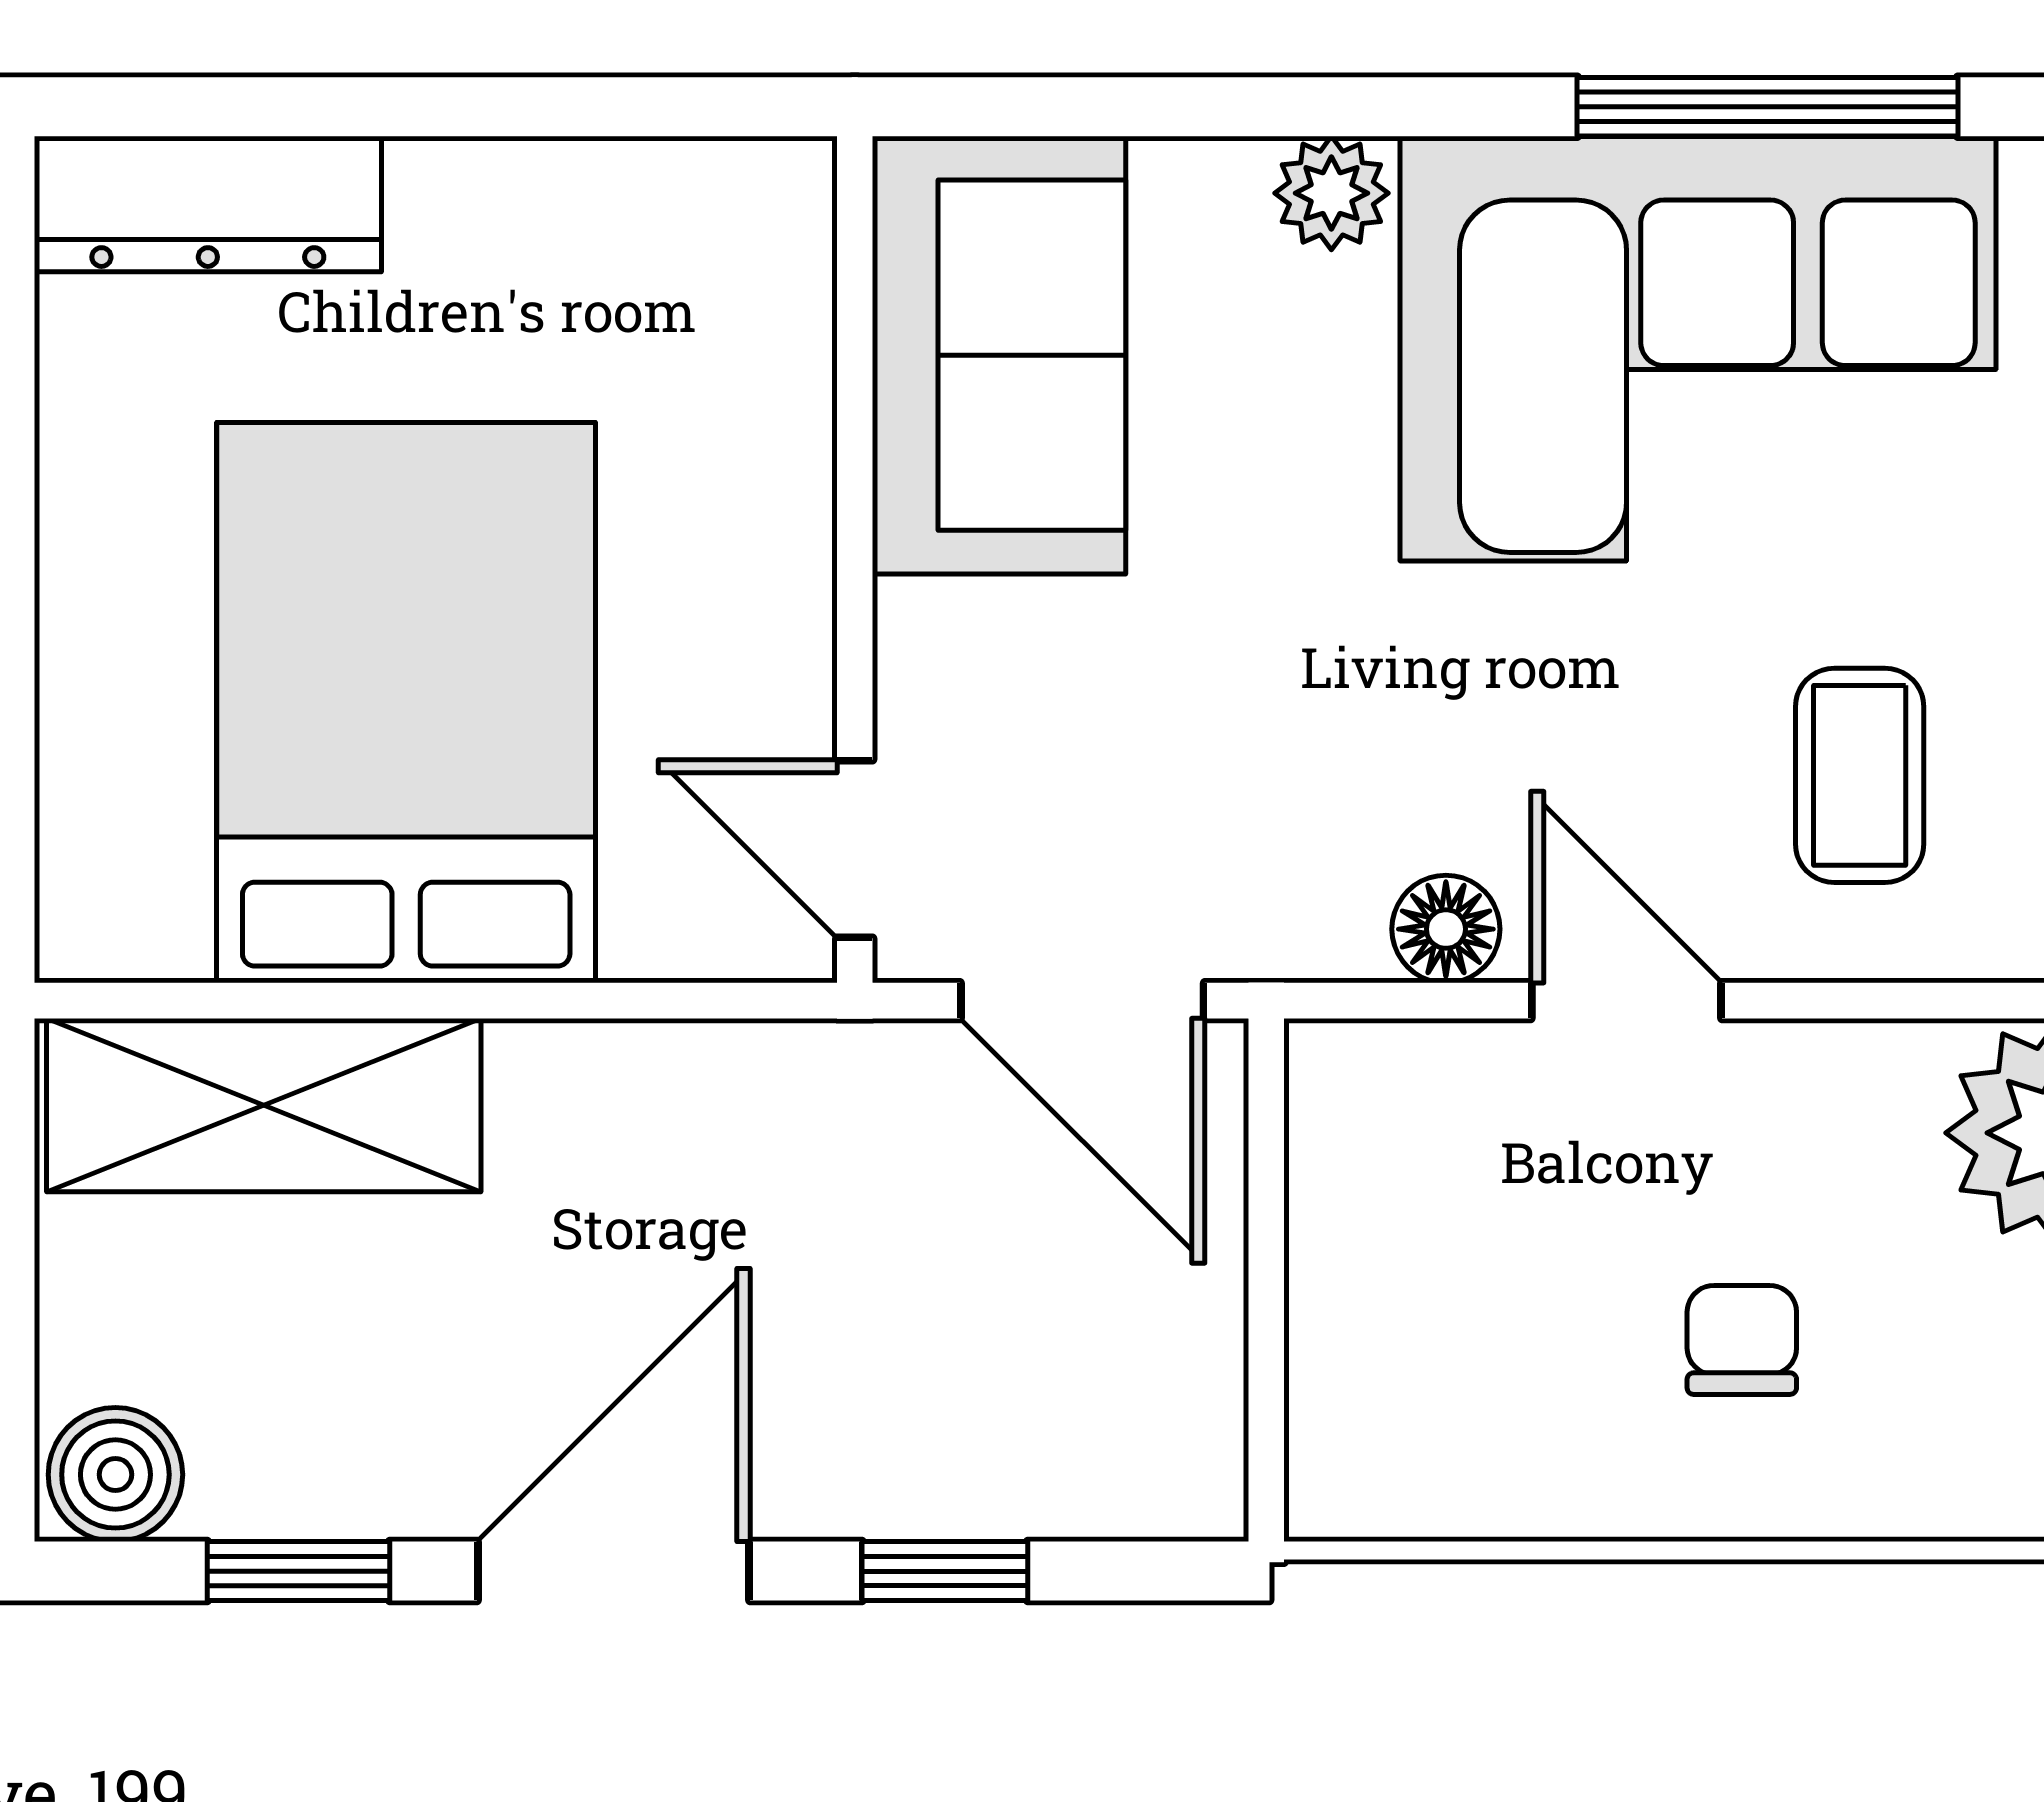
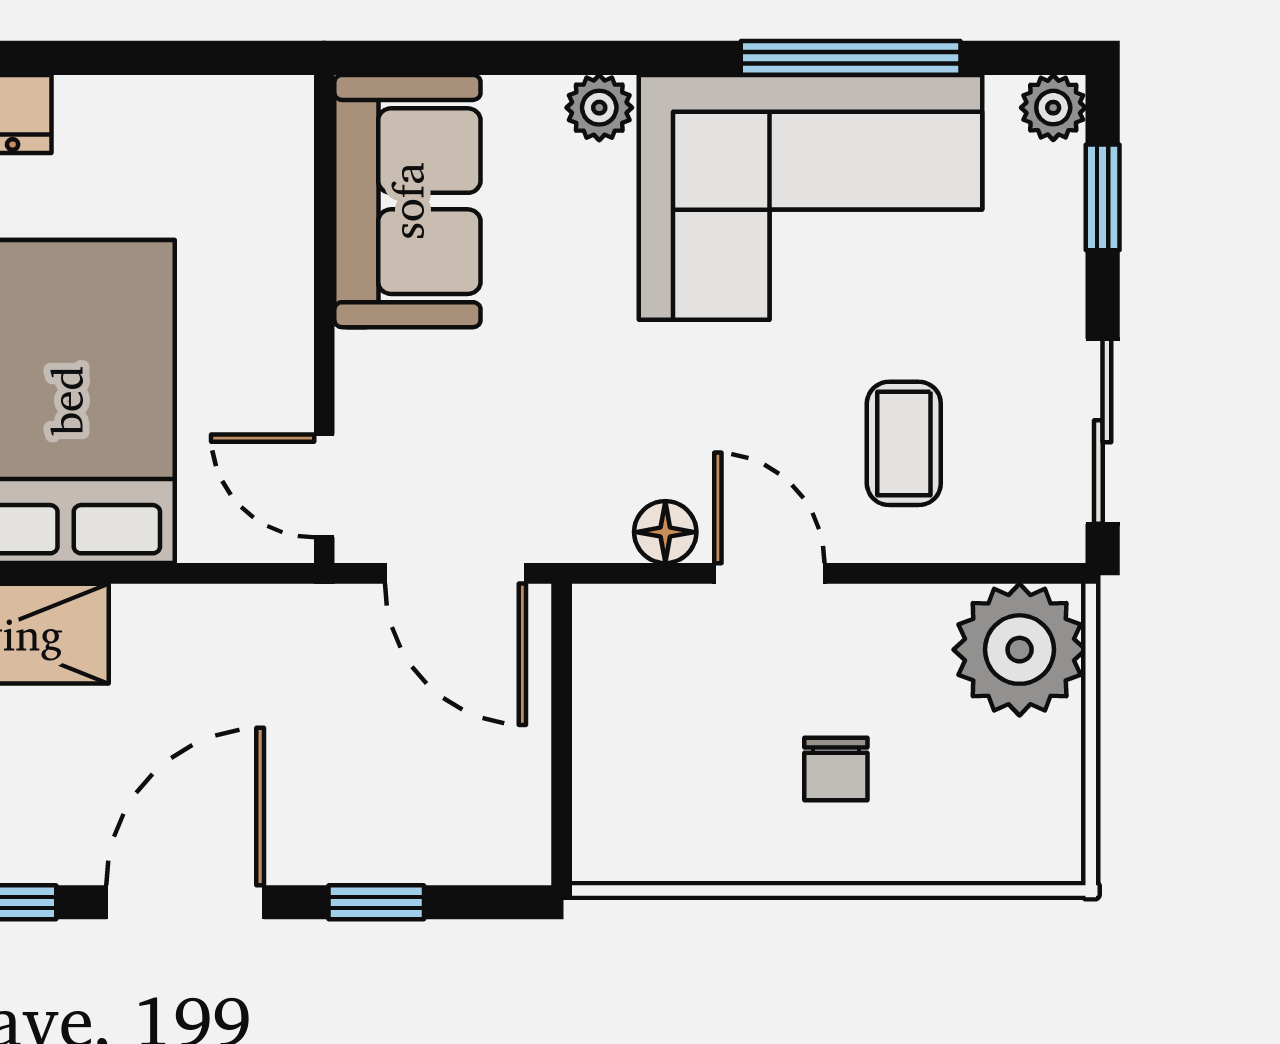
chair: (1742, 1340) -> (836, 769), turned 180

